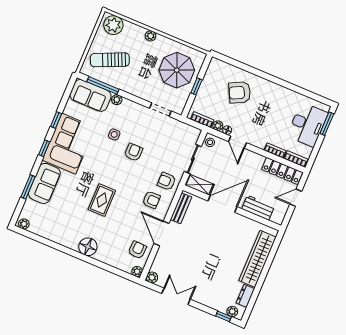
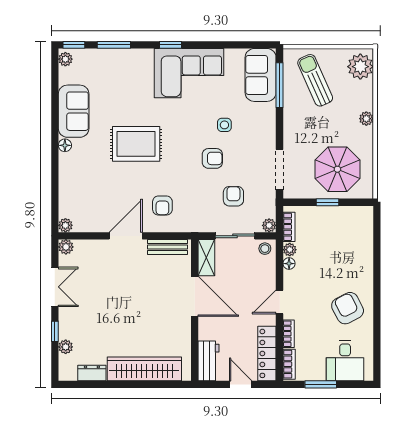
armchair: (240, 92) -> (348, 308), moved
plant: (117, 100) -> (269, 225), moved
doorway: (160, 110) -> (280, 169), width x1.38
window: (56, 120) -> (74, 45), moved
window: (327, 124) -> (321, 384), moved
desk: (308, 125) -> (345, 361), width x0.73
door: (238, 142) -> (280, 302), moved
armchair: (167, 181) -> (233, 196), moved
sofa: (44, 183) -> (74, 111), moved, turned -90
rug: (102, 200) -> (136, 144), width x1.36, depth x1.43
workbench: (258, 208) -> (208, 361), moved
floor lamp: (88, 247) -> (65, 145), width x0.53, depth x0.53
armchair: (137, 250) -> (93, 214), removed
plant: (232, 311) -> (66, 347), moved
window: (223, 316) -> (55, 331), moved

